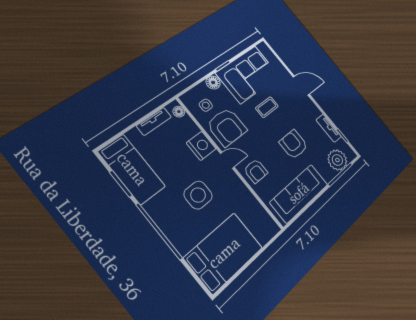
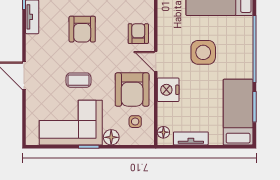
armchair: (227, 127) -> (132, 90), turned 180

